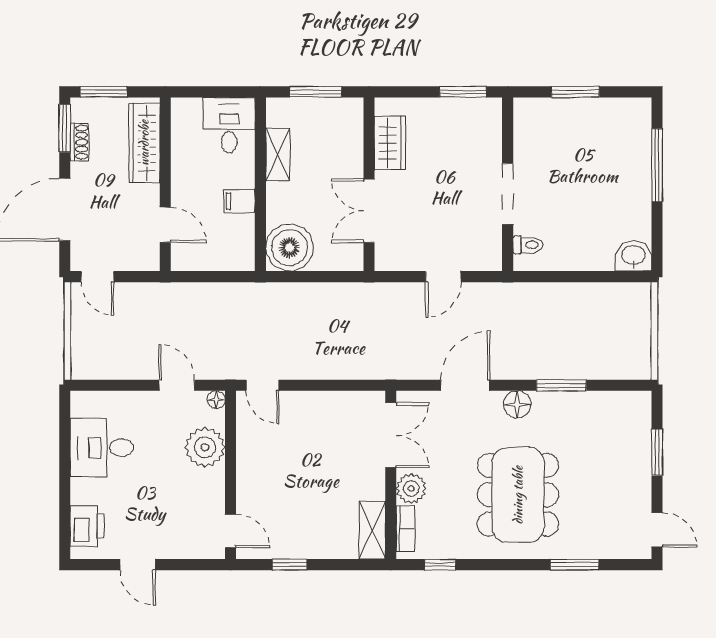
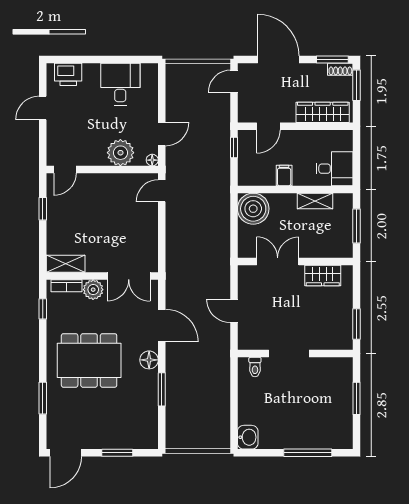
shoe rack: (79, 142) -> (340, 69), moved
window: (197, 277) -> (234, 148), added
door: (657, 530) -> (66, 453), width x1.38

